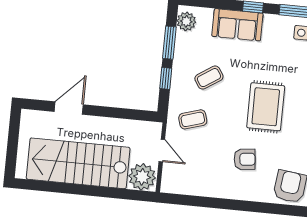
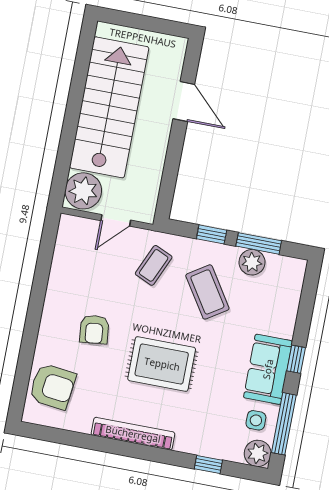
plant: (186, 21) -> (252, 262), moved
sofa: (237, 25) -> (268, 369), moved
coffee table: (209, 78) -> (207, 292), width x1.36, depth x1.30
coffee table: (193, 119) -> (154, 265), turned 41

